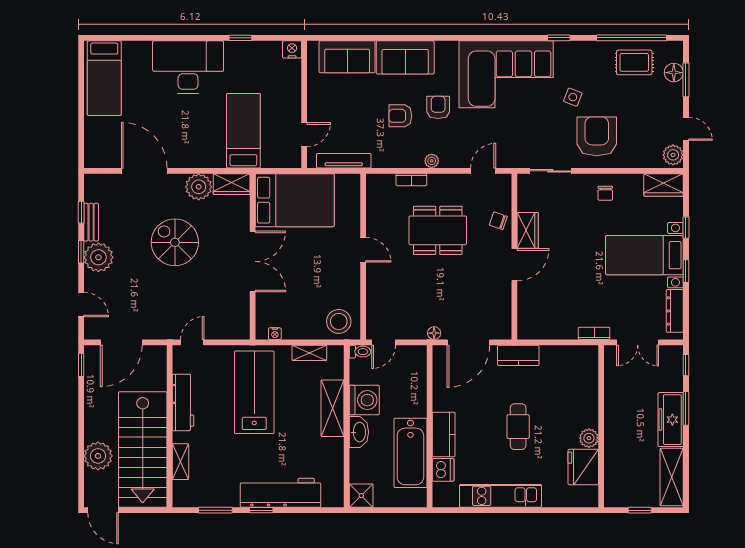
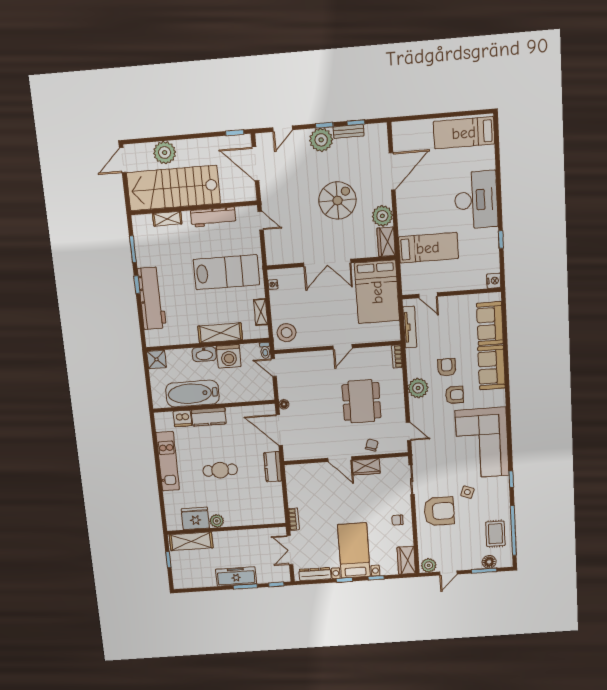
plant: (432, 161) -> (418, 388), width x1.87, depth x1.87
bookcase: (411, 180) -> (397, 356), moved
shelving: (672, 477) -> (191, 541), moved

